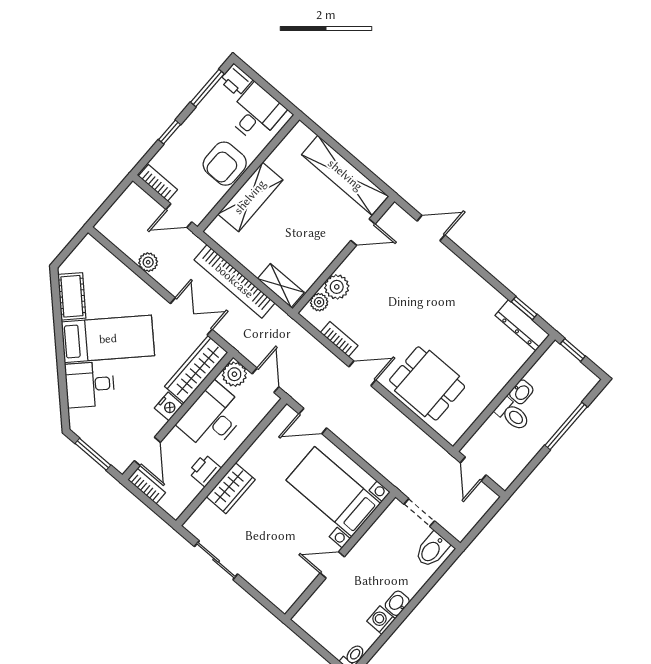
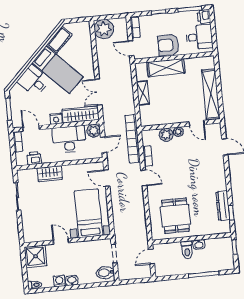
plant: (148, 262) -> (104, 29), moved, width x1.87, depth x1.87
bookcase: (234, 281) -> (133, 139), moved
shelving: (281, 286) -> (143, 93), moved
plant: (319, 302) -> (178, 132), moved
double door: (191, 316) -> (98, 92), swing flipped
dresser: (522, 325) -> (223, 206), moved
dining table: (427, 383) -> (175, 216), moved
door: (147, 451) -> (31, 128), swing flipped
printer: (205, 470) -> (34, 158), moved
shower: (317, 617) -> (36, 256), added

